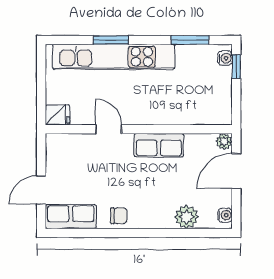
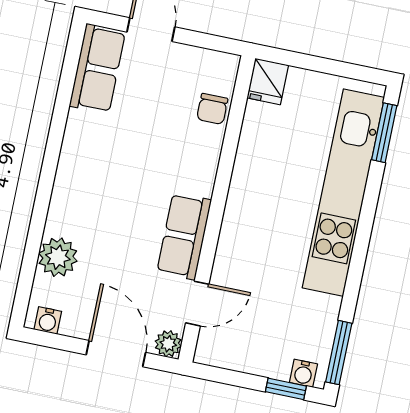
window: (111, 40) -> (384, 133), moved
window: (190, 40) -> (339, 353), moved
door: (109, 129) -> (197, 304), moved
chair: (119, 216) -> (212, 109), moved

